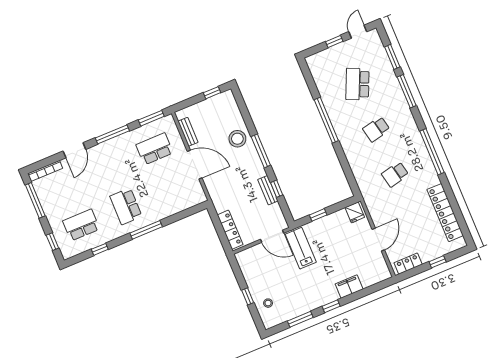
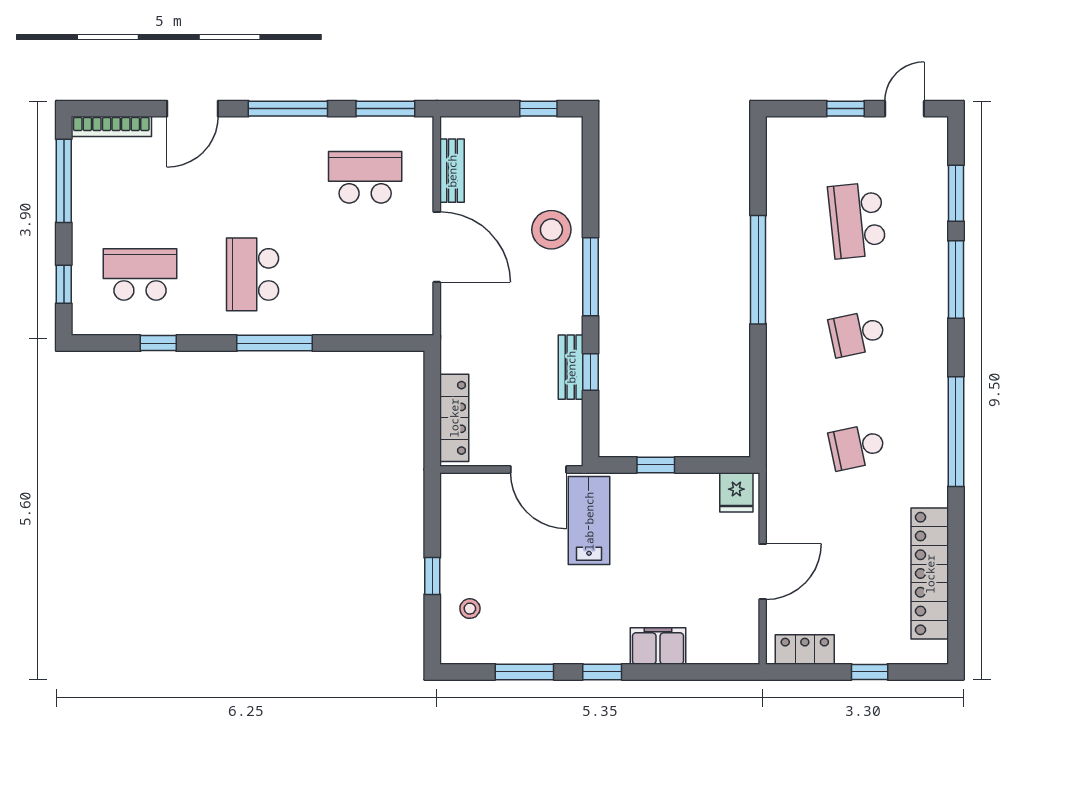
school desk: (357, 84) -> (857, 220), turned -30

